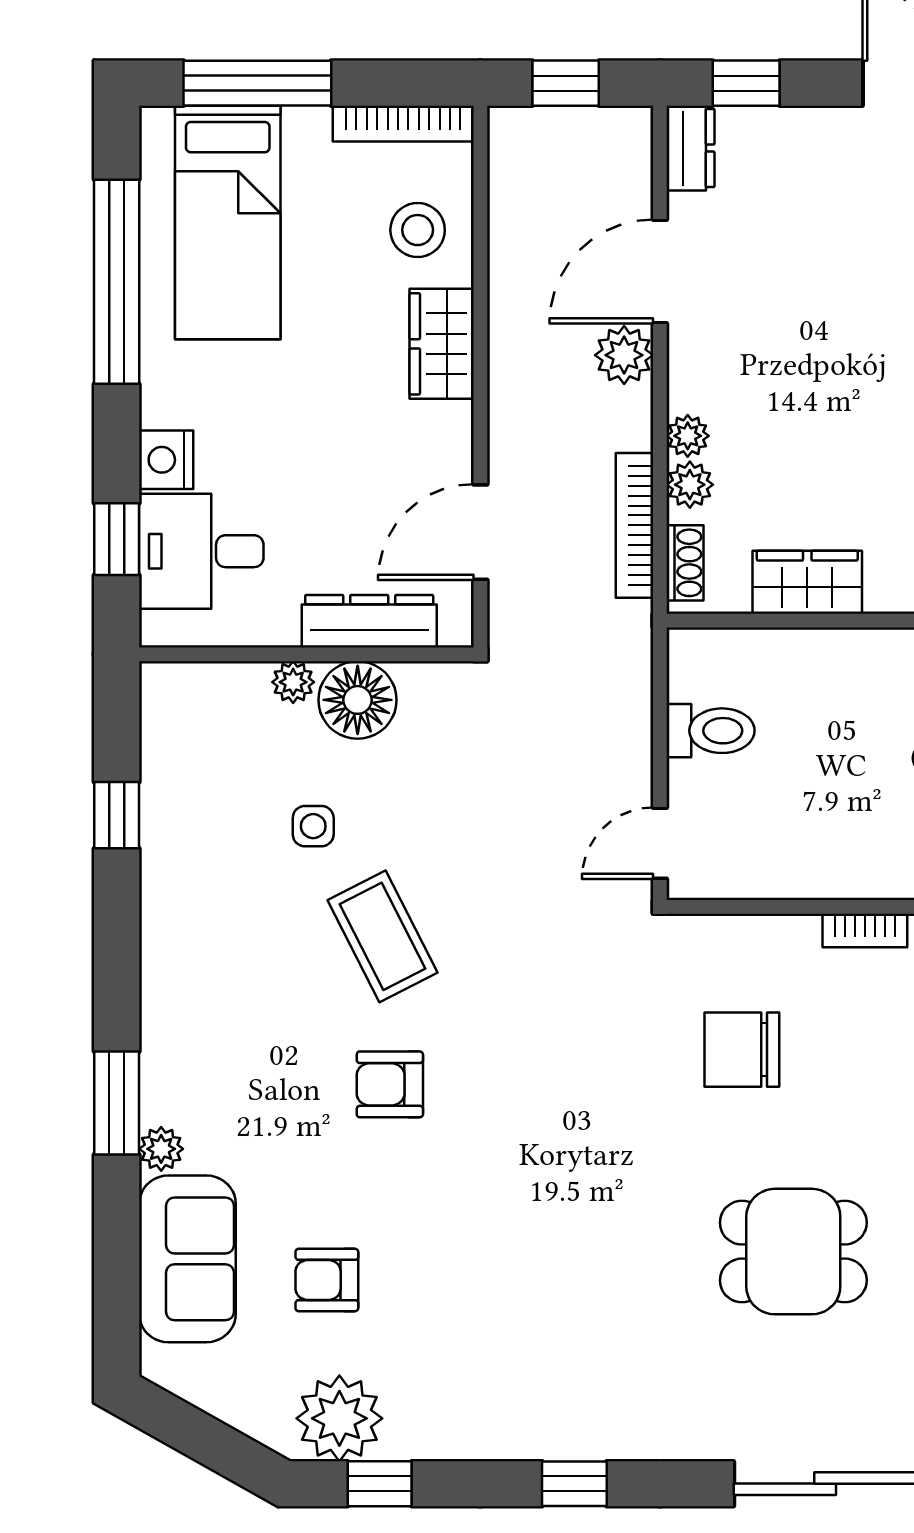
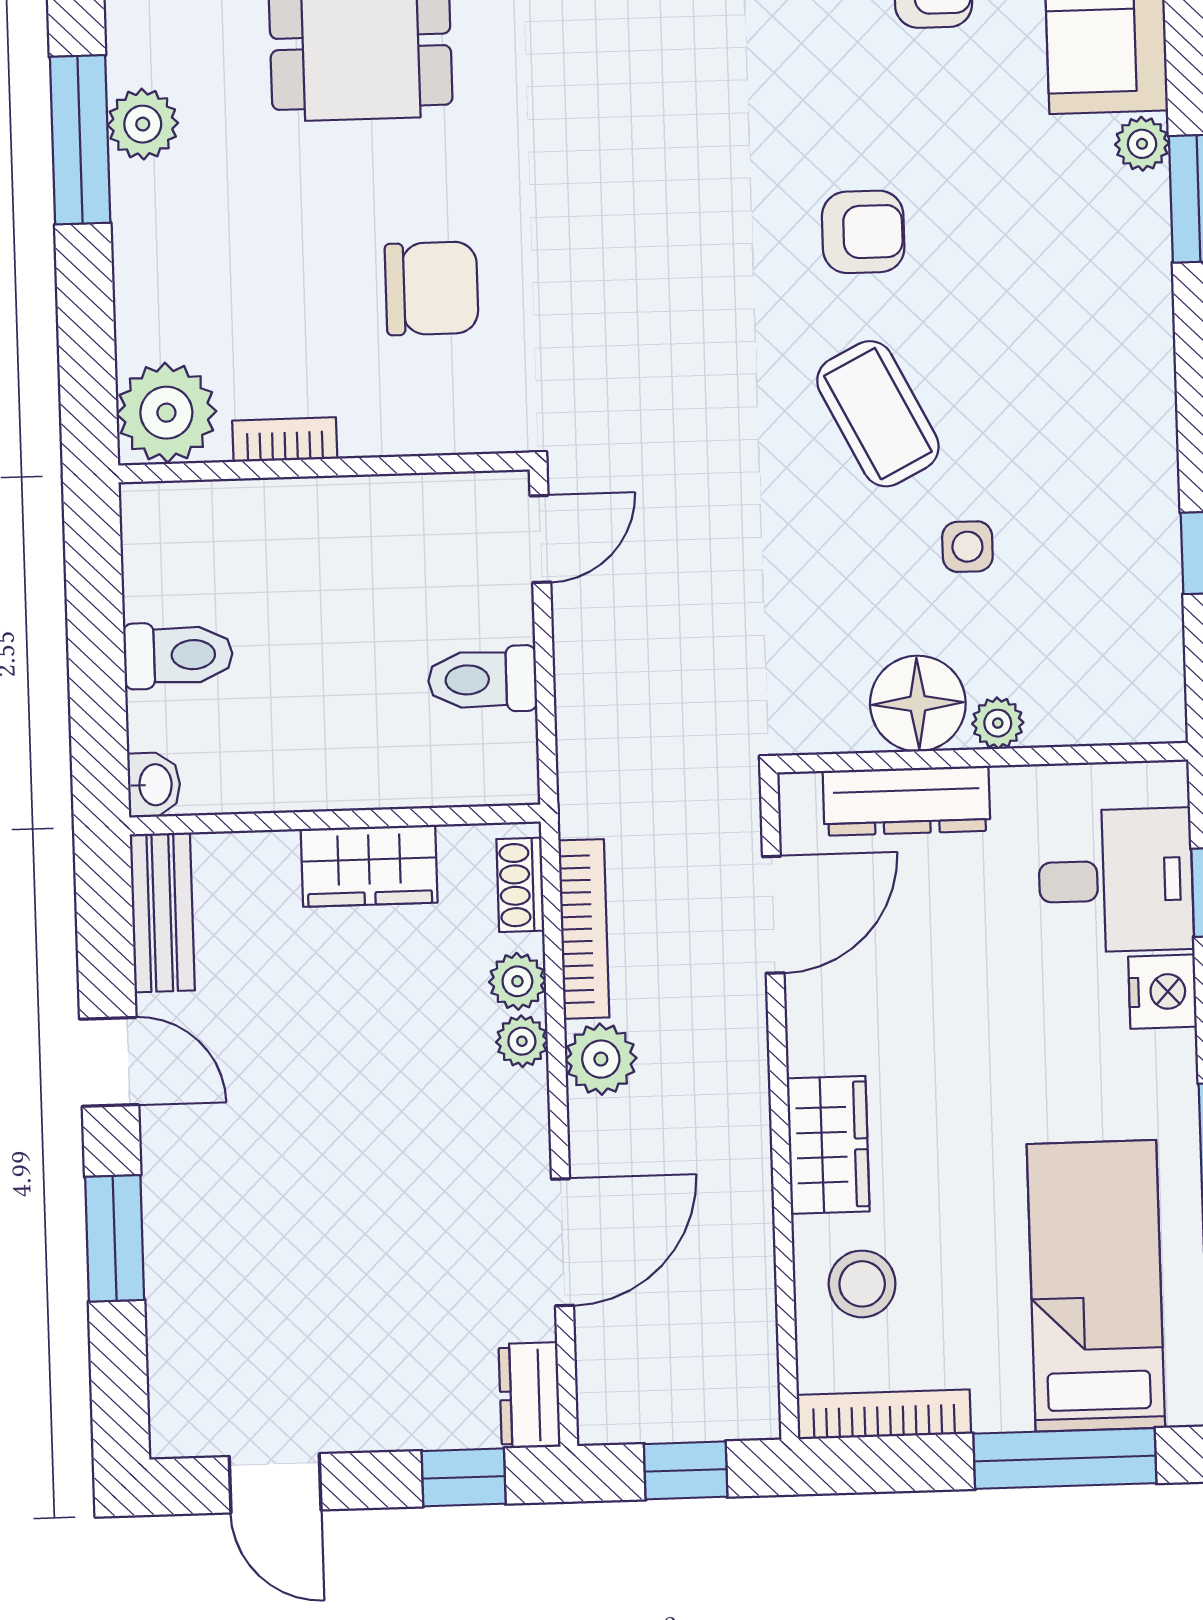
plant: (624, 355) -> (601, 1059), moved

